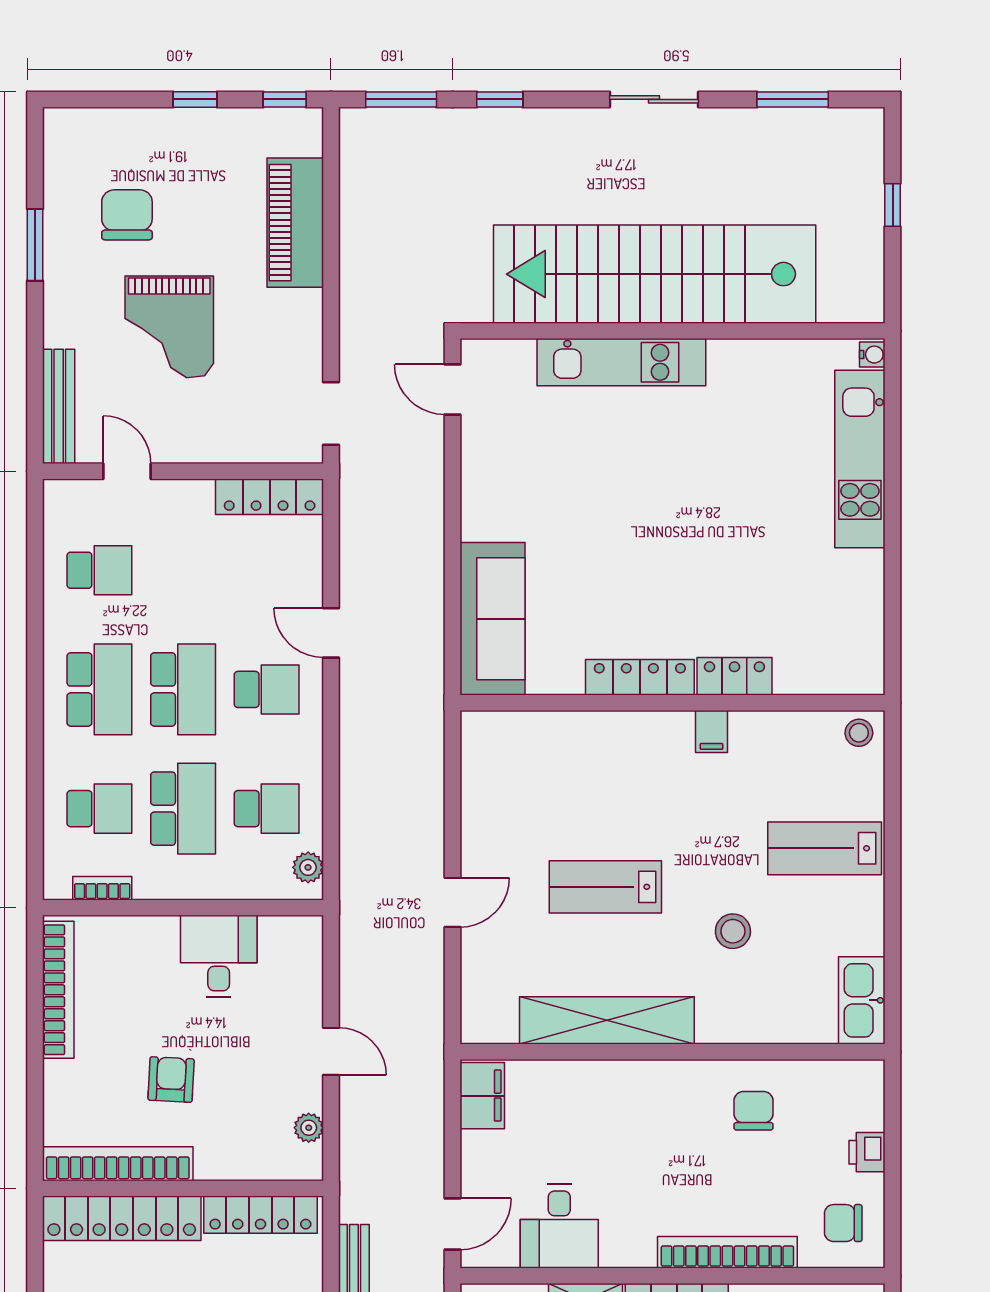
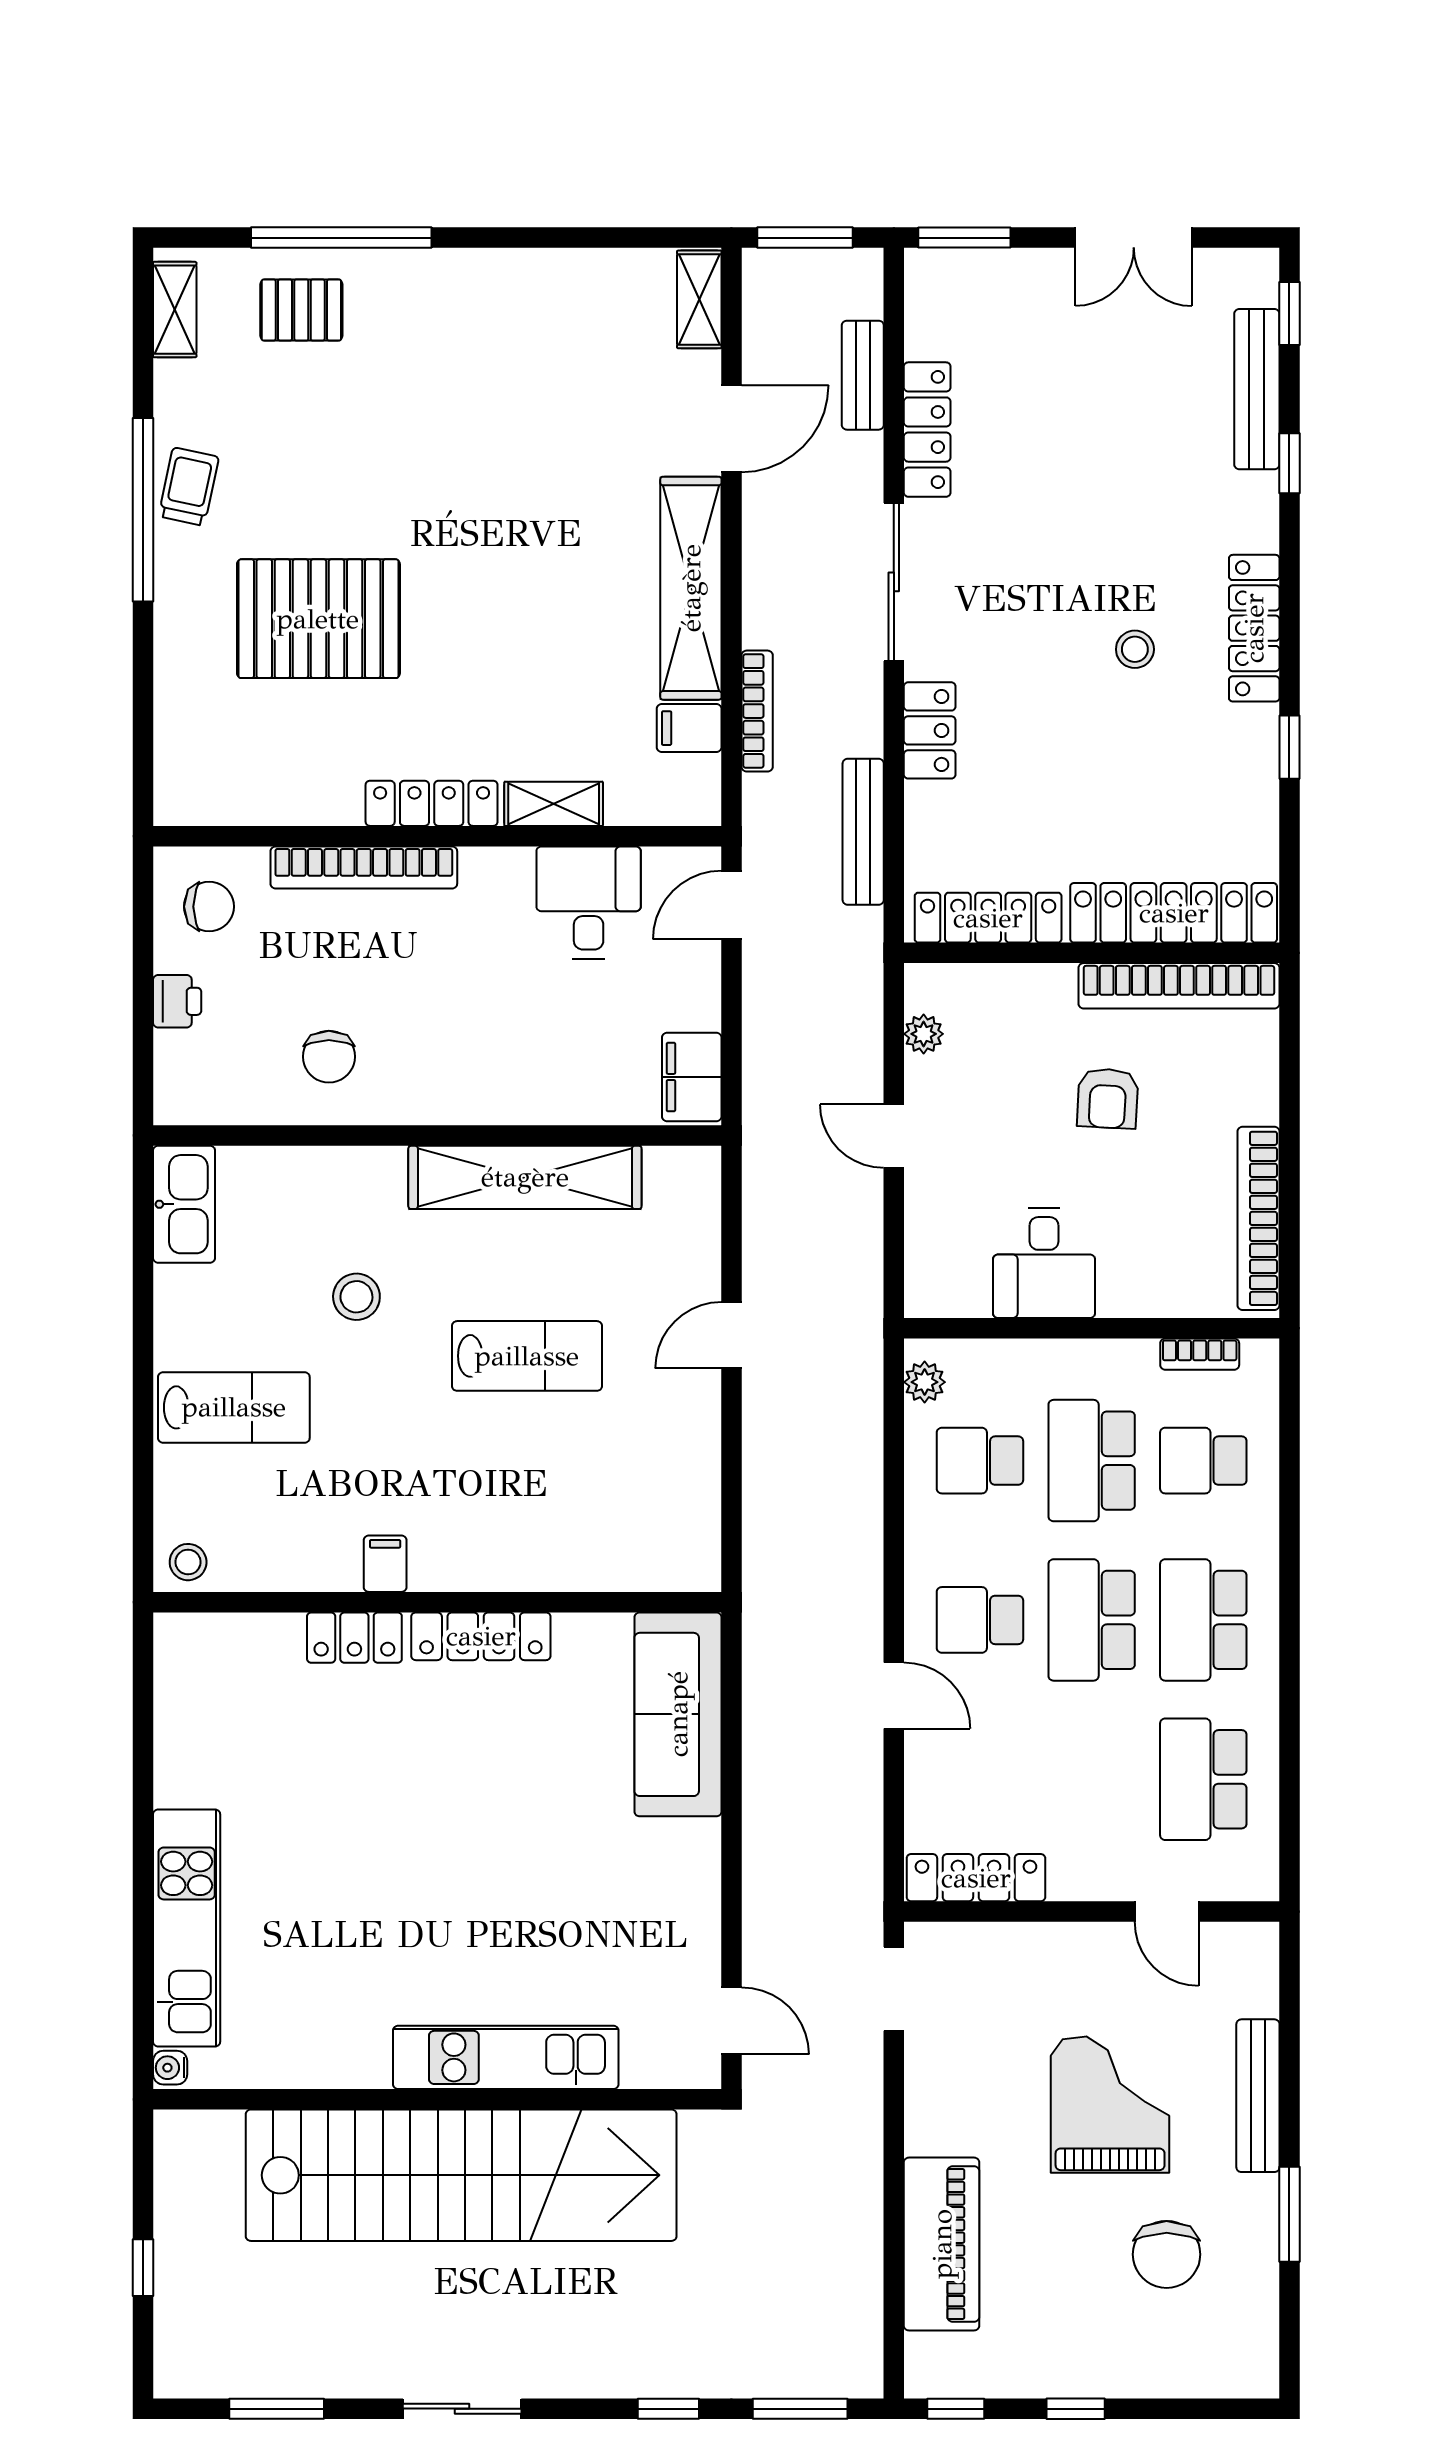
bench: (59, 406) -> (1258, 2096), moved
school desk: (99, 570) -> (1203, 1779), width x1.85

